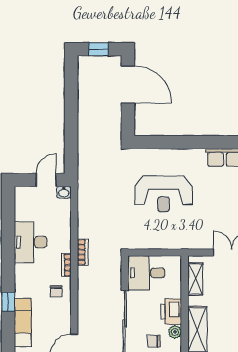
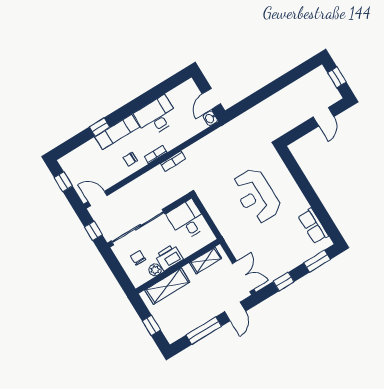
door: (128, 84) -> (324, 117), width x0.53
door: (46, 180) -> (211, 99), swing flipped
exam couch: (23, 323) -> (117, 132), moved

